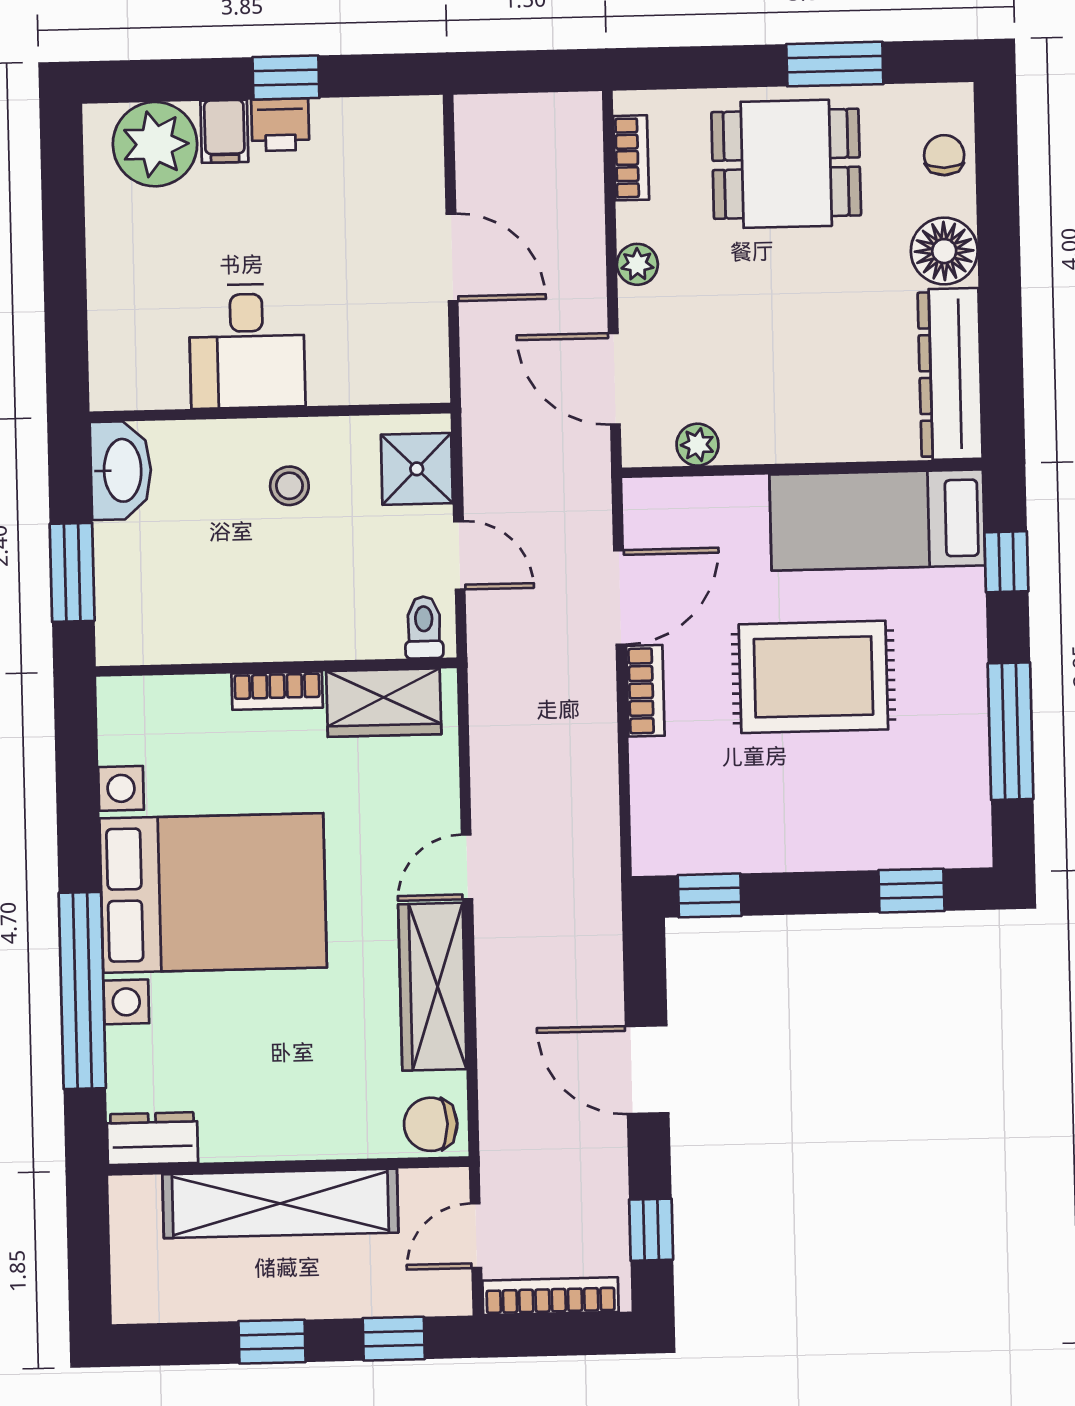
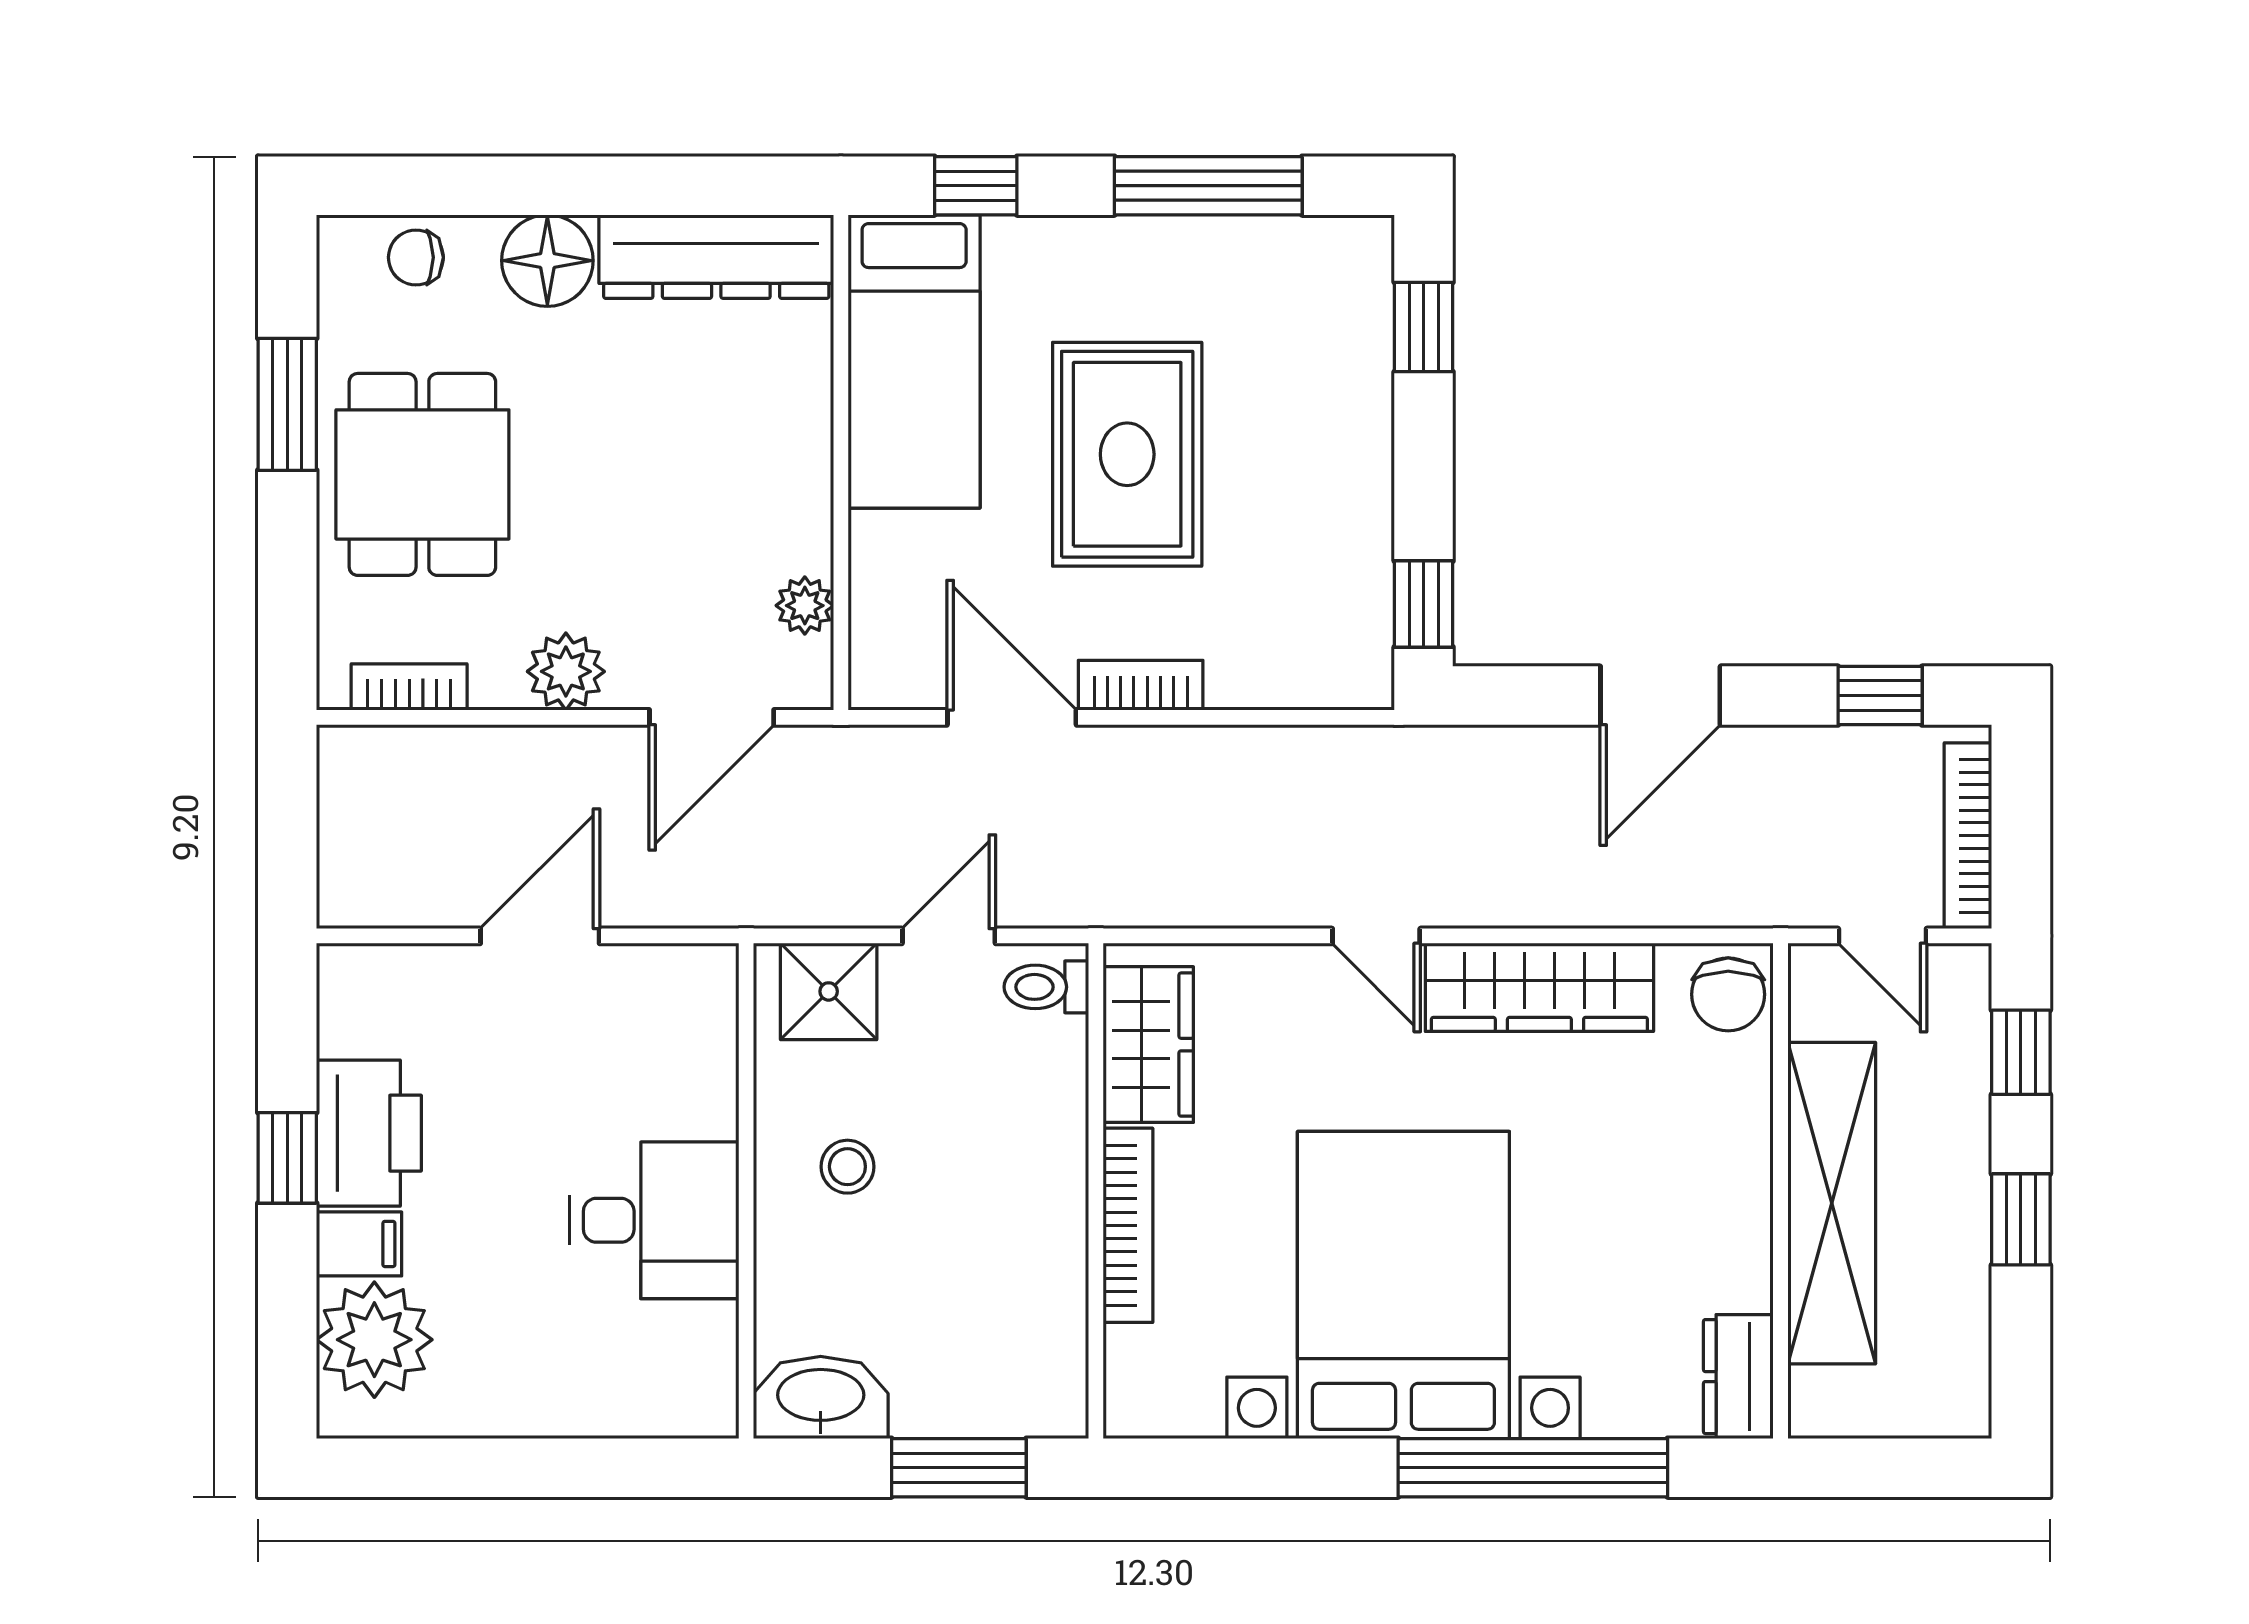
printer: (280, 125) -> (369, 1133), width x1.87, depth x1.48
plant: (637, 264) -> (566, 671), width x1.38, depth x1.38
bookcase: (277, 691) -> (1128, 1225), width x1.56

